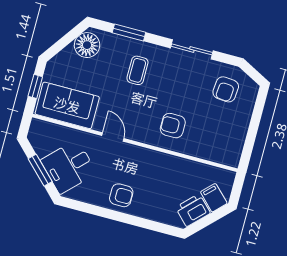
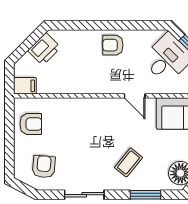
coffee table: (137, 70) -> (129, 162), turned 39
armchair: (173, 126) -> (31, 124), moved
filing cabinet: (214, 198) -> (25, 86), moved, turned -45

